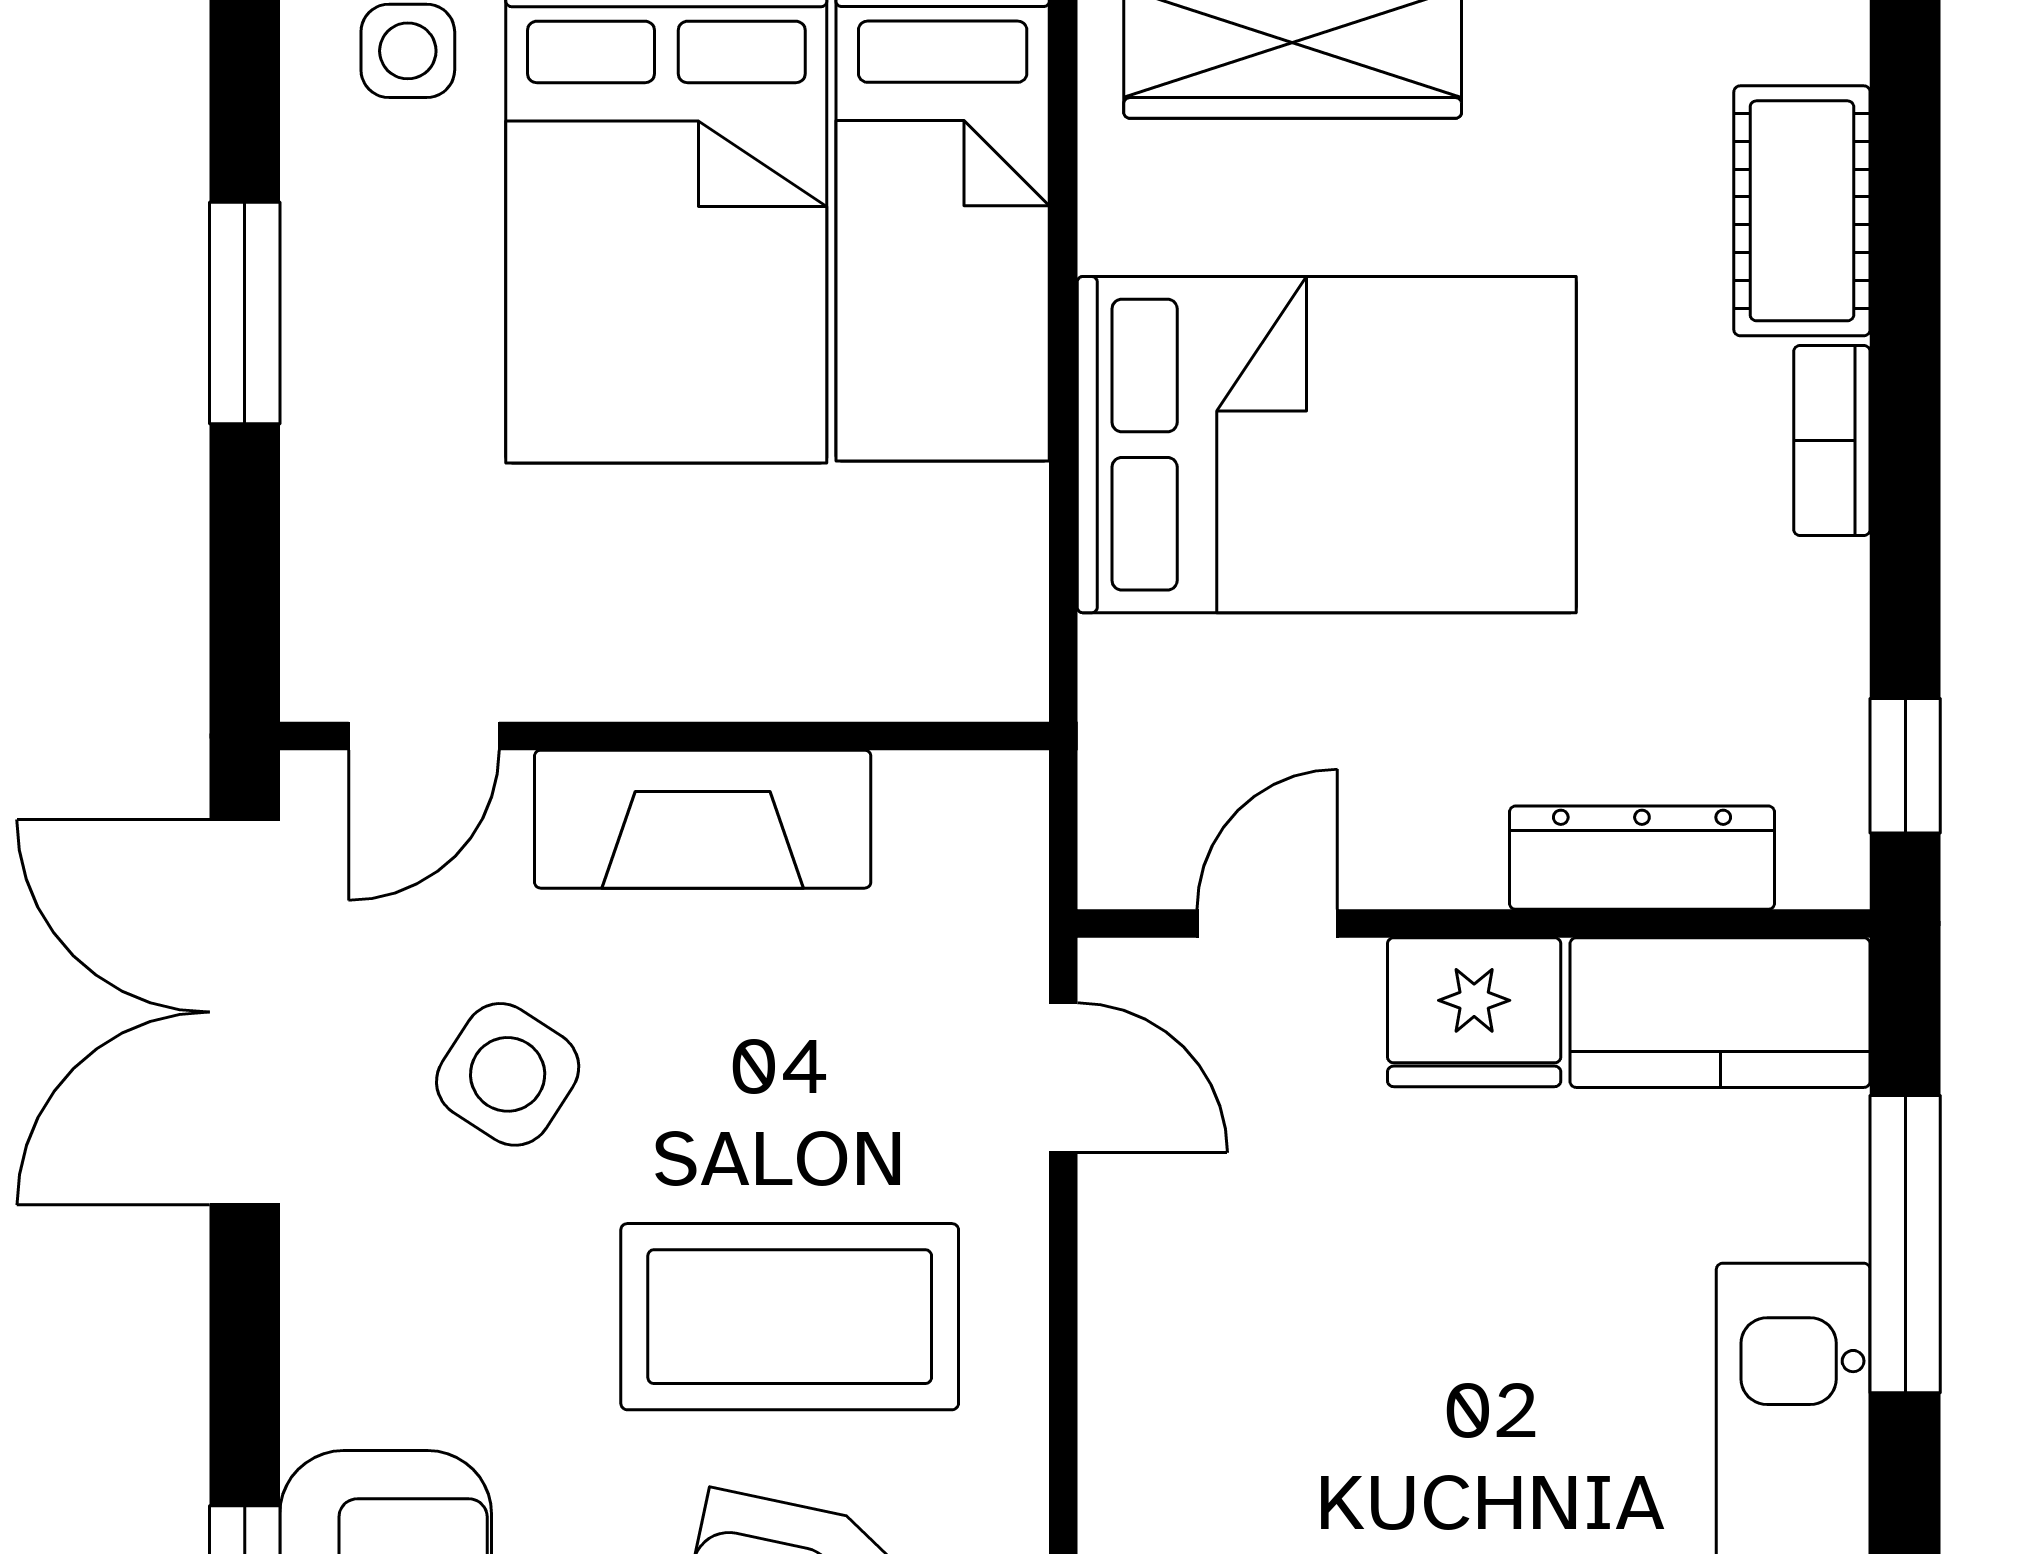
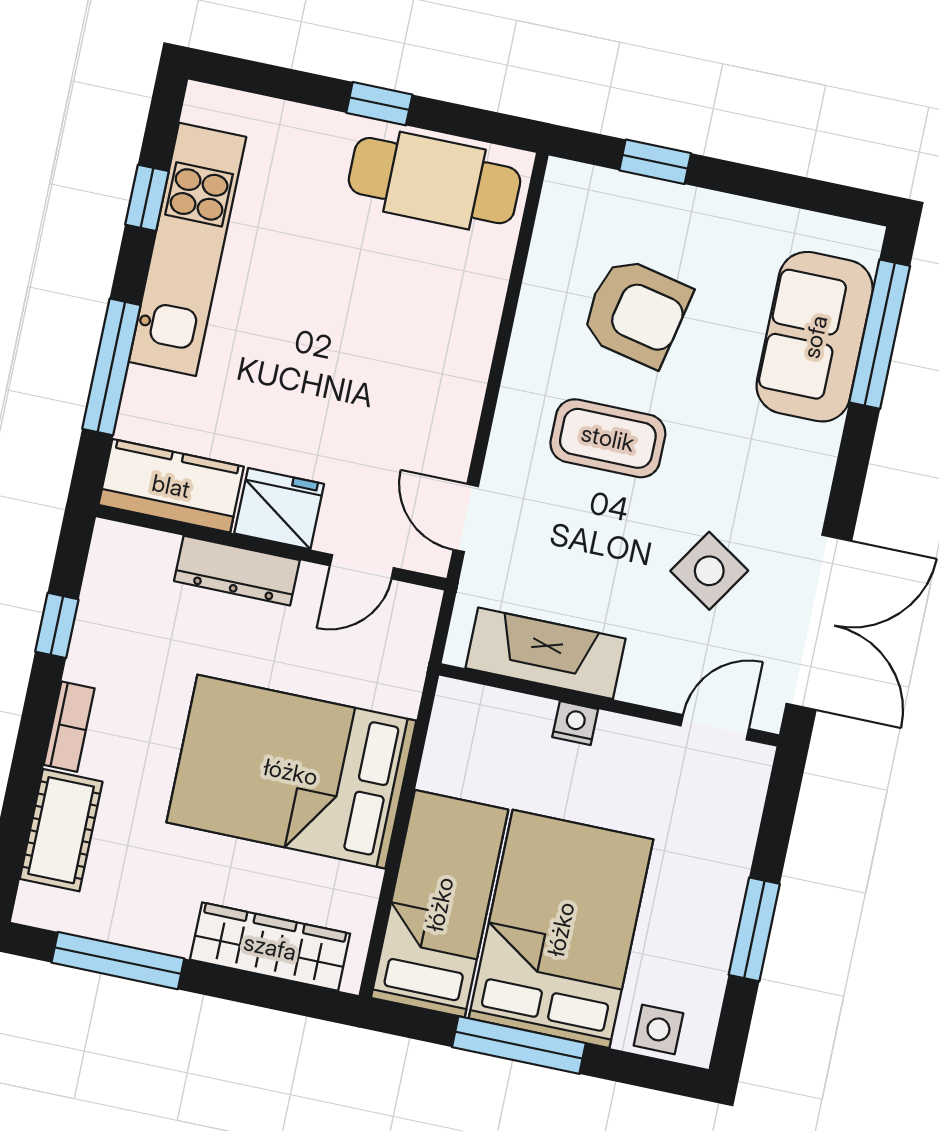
nightstand: (730, 681) -> (575, 723), added
window: (1905, 766) -> (57, 625), moved
fireplace: (703, 819) -> (546, 653), moved
dresser: (1642, 858) -> (237, 571), moved
coffee table: (790, 1317) -> (608, 438), width x0.73, depth x0.76

